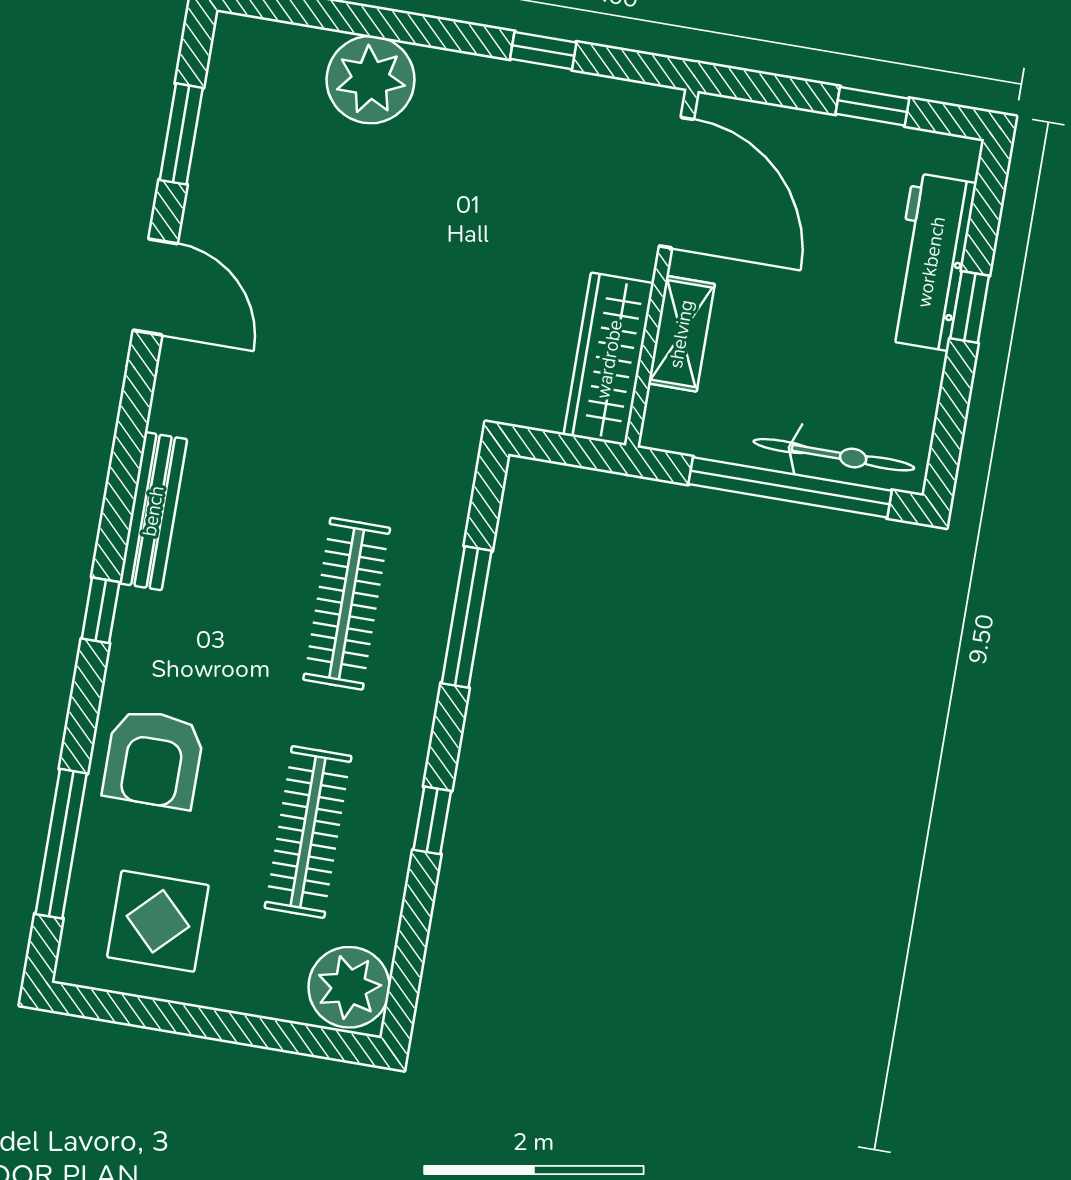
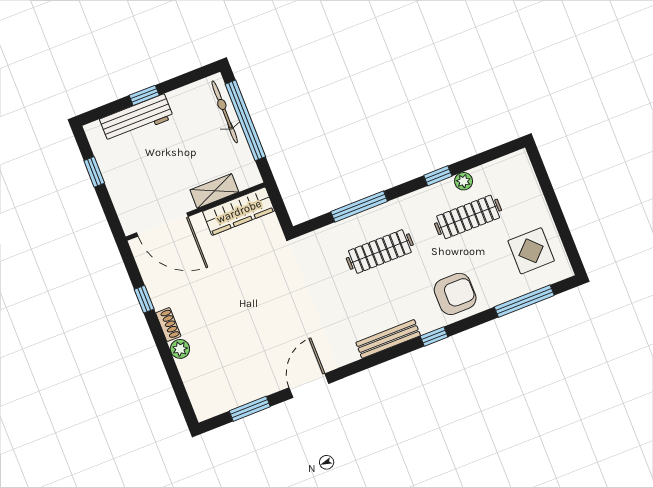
shoe rack: (460, 69) -> (168, 325), added
plant: (371, 80) -> (180, 349), width x0.53, depth x0.53
door: (676, 183) -> (162, 225), swing flipped
armchair: (153, 759) -> (455, 294), moved
plant: (349, 987) -> (464, 181), moved, width x0.53, depth x0.53

